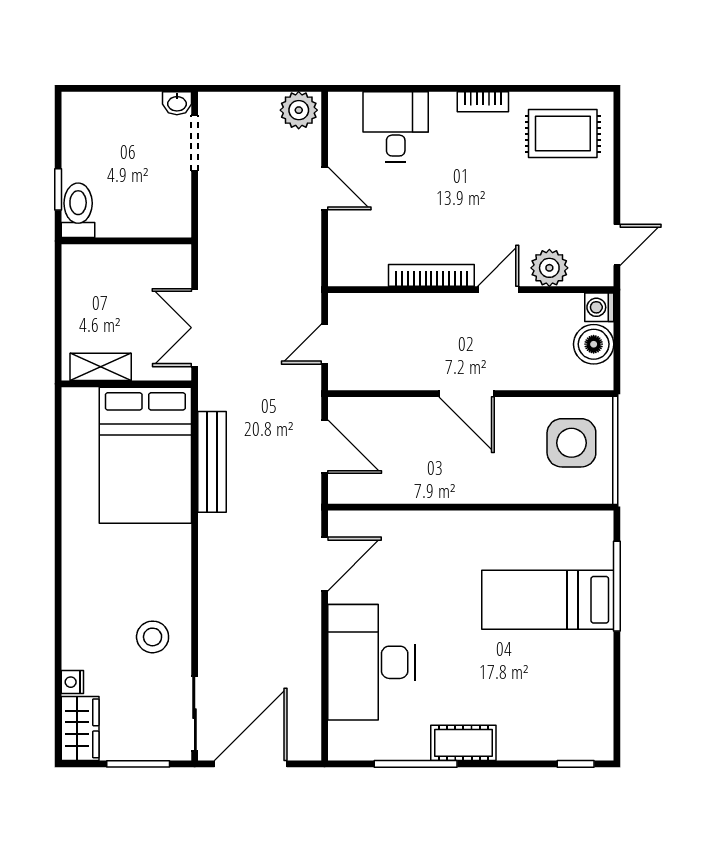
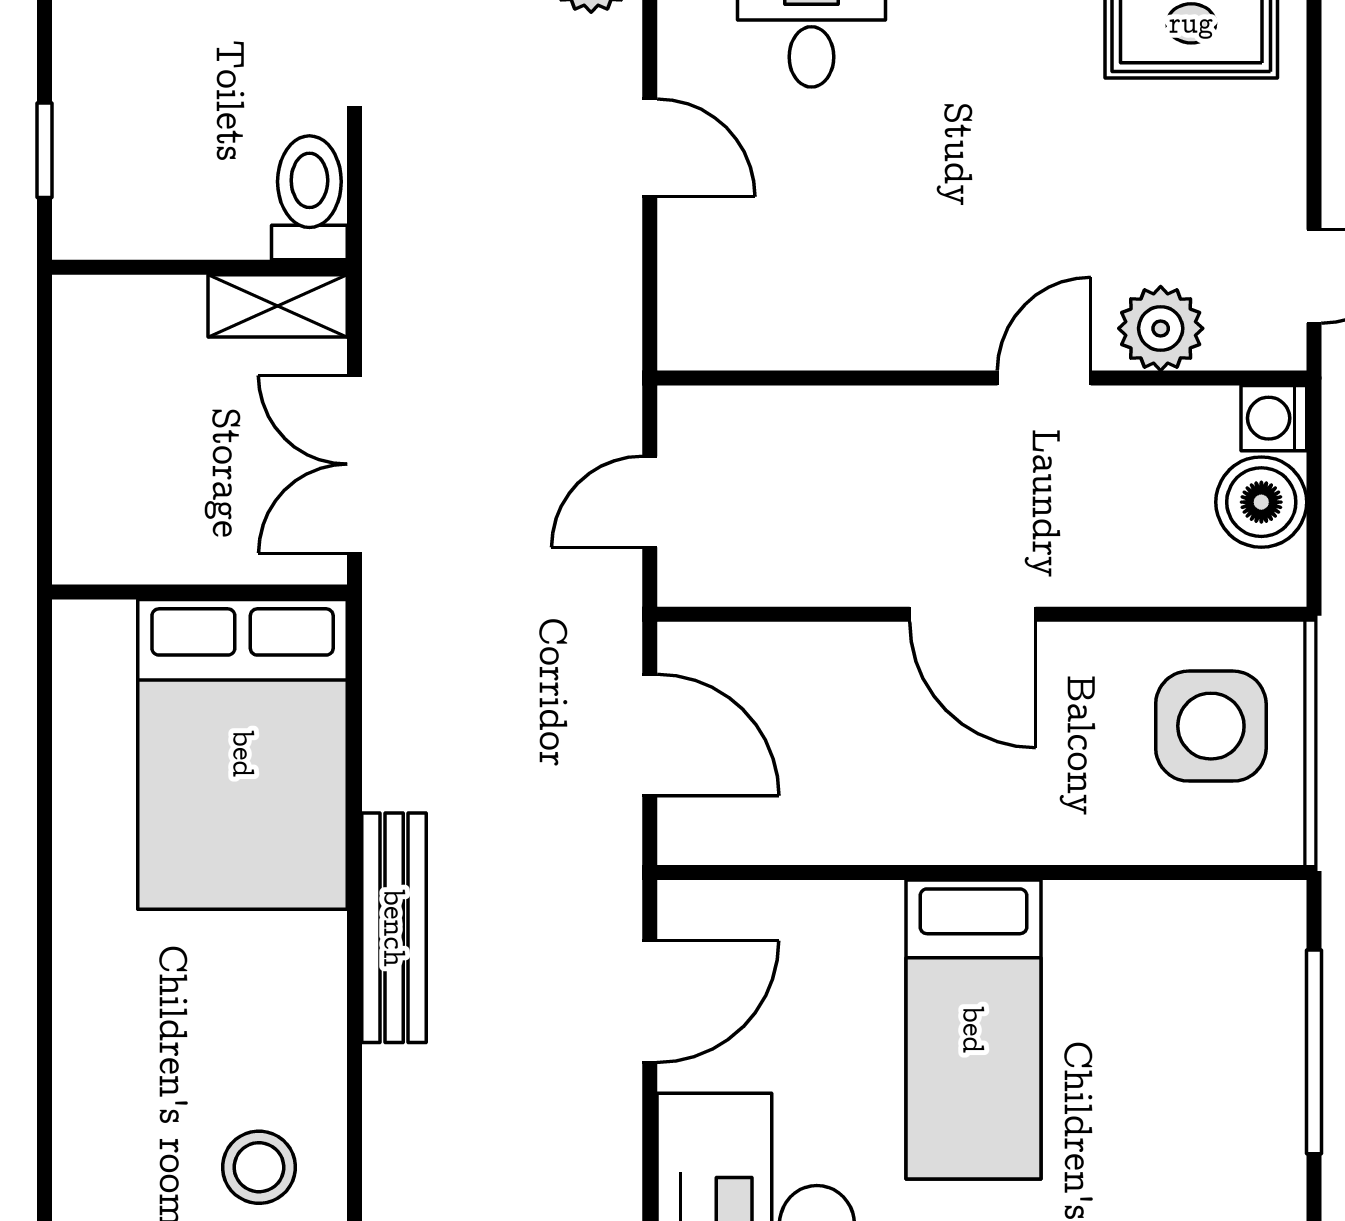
toilet: (78, 210) -> (309, 198), moved
bookcase: (431, 275) -> (893, 346), removed
shelving: (101, 367) -> (278, 306), moved
bench: (212, 462) -> (394, 928), moved
bed: (548, 600) -> (973, 1030), moved, turned -90

